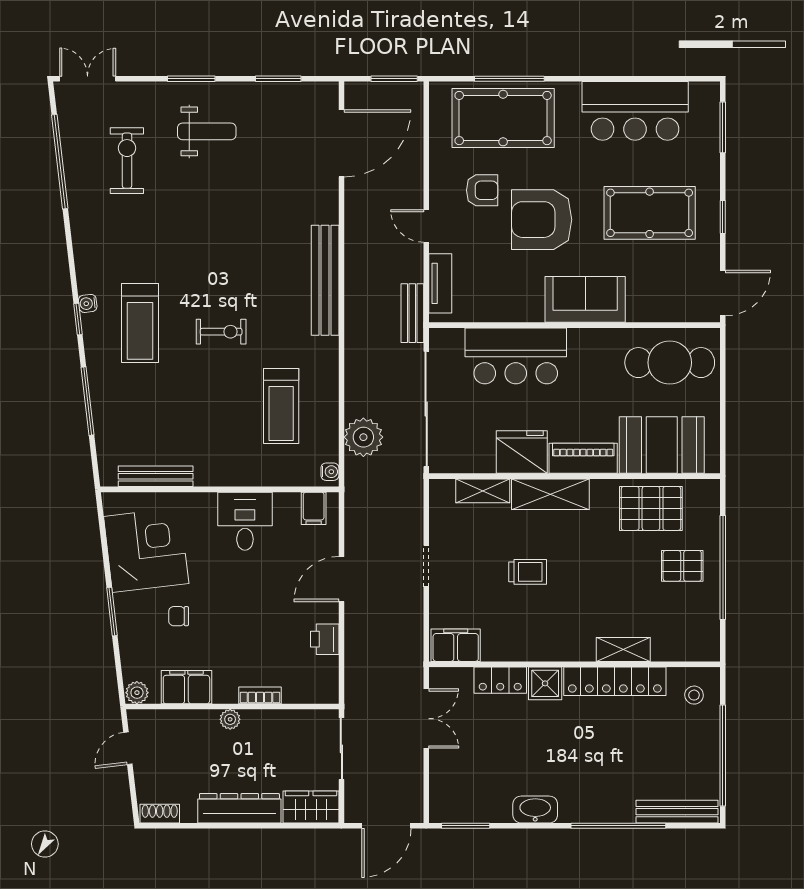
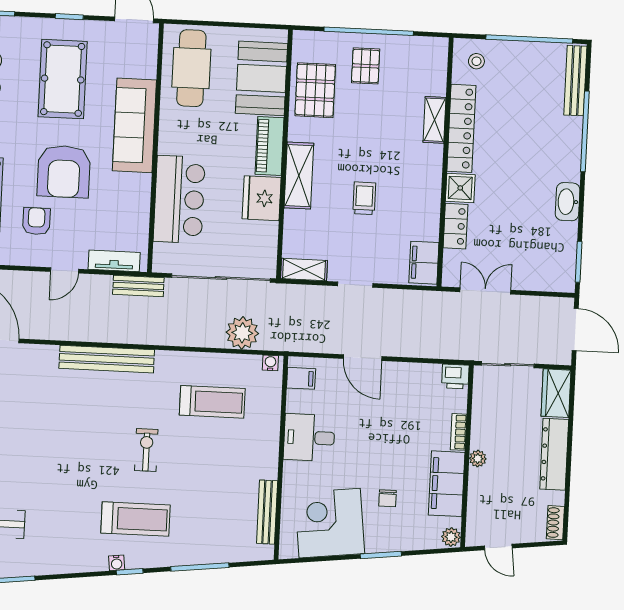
sofa: (585, 299) -> (134, 125), width x1.36
shelving: (483, 491) -> (304, 270), moved, turned 90
printer: (325, 639) -> (455, 376), moved
filing cabinet: (186, 687) -> (447, 484), width x1.50, depth x1.17

